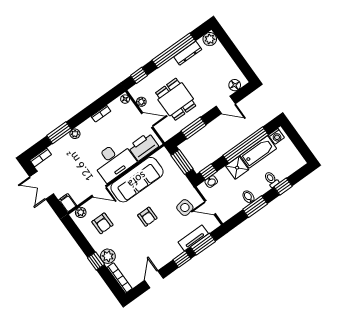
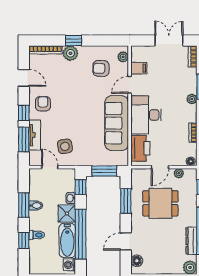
washbasin: (211, 182) -> (71, 198), moved
filing cabinet: (68, 203) -> (139, 68), moved
door: (210, 208) -> (50, 167), hinge flipped
armchair: (147, 217) -> (43, 104), moved, turned 90

